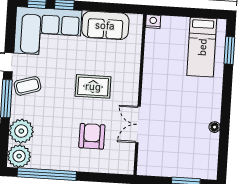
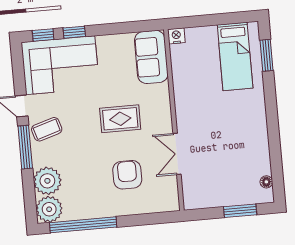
sofa: (105, 25) -> (151, 57), moved, turned 90
floor lamp: (215, 127) -> (266, 182), moved

